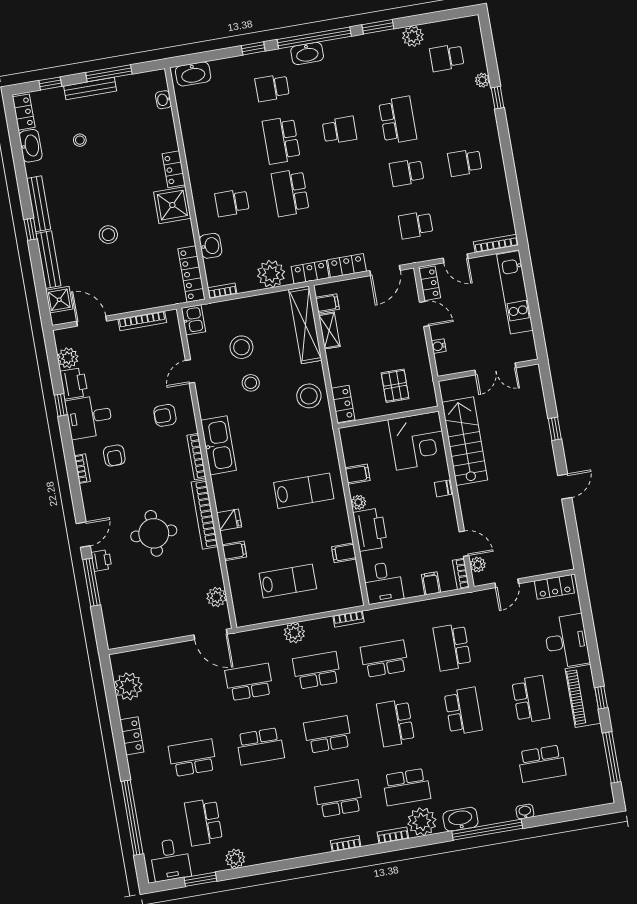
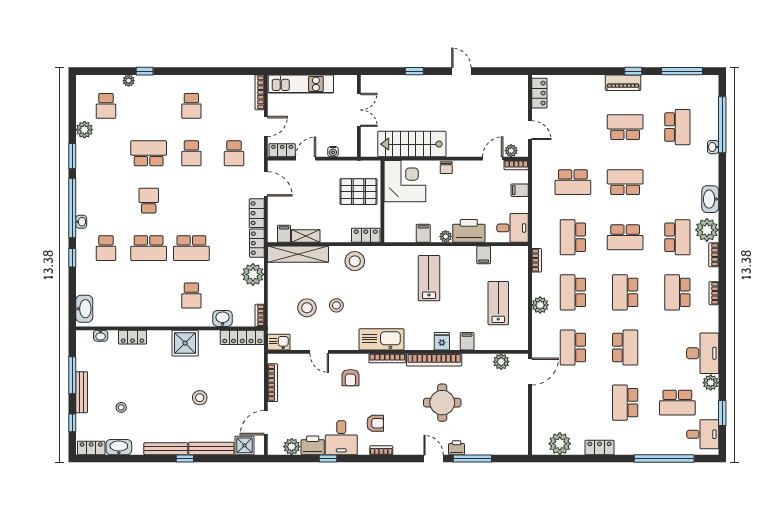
washbasin: (307, 53) -> (81, 222), width x0.52, depth x0.69
locker: (174, 169) -> (133, 337), moved
pallet: (395, 386) -> (358, 192), width x1.50, depth x1.42
desk: (567, 641) -> (703, 353), moved, turned 90
piano: (583, 696) -> (623, 83), width x0.73, depth x0.75
window: (487, 830) -> (722, 125), moved

